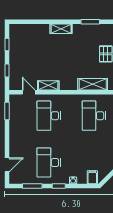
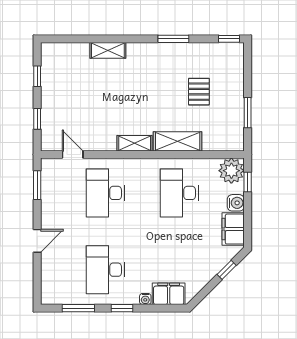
shelving: (61, 29) -> (108, 50), moved
shelving: (48, 85) -> (135, 143), moved
door: (7, 165) -> (37, 241), moved
filing cabinet: (92, 177) -> (169, 294), width x2.00

